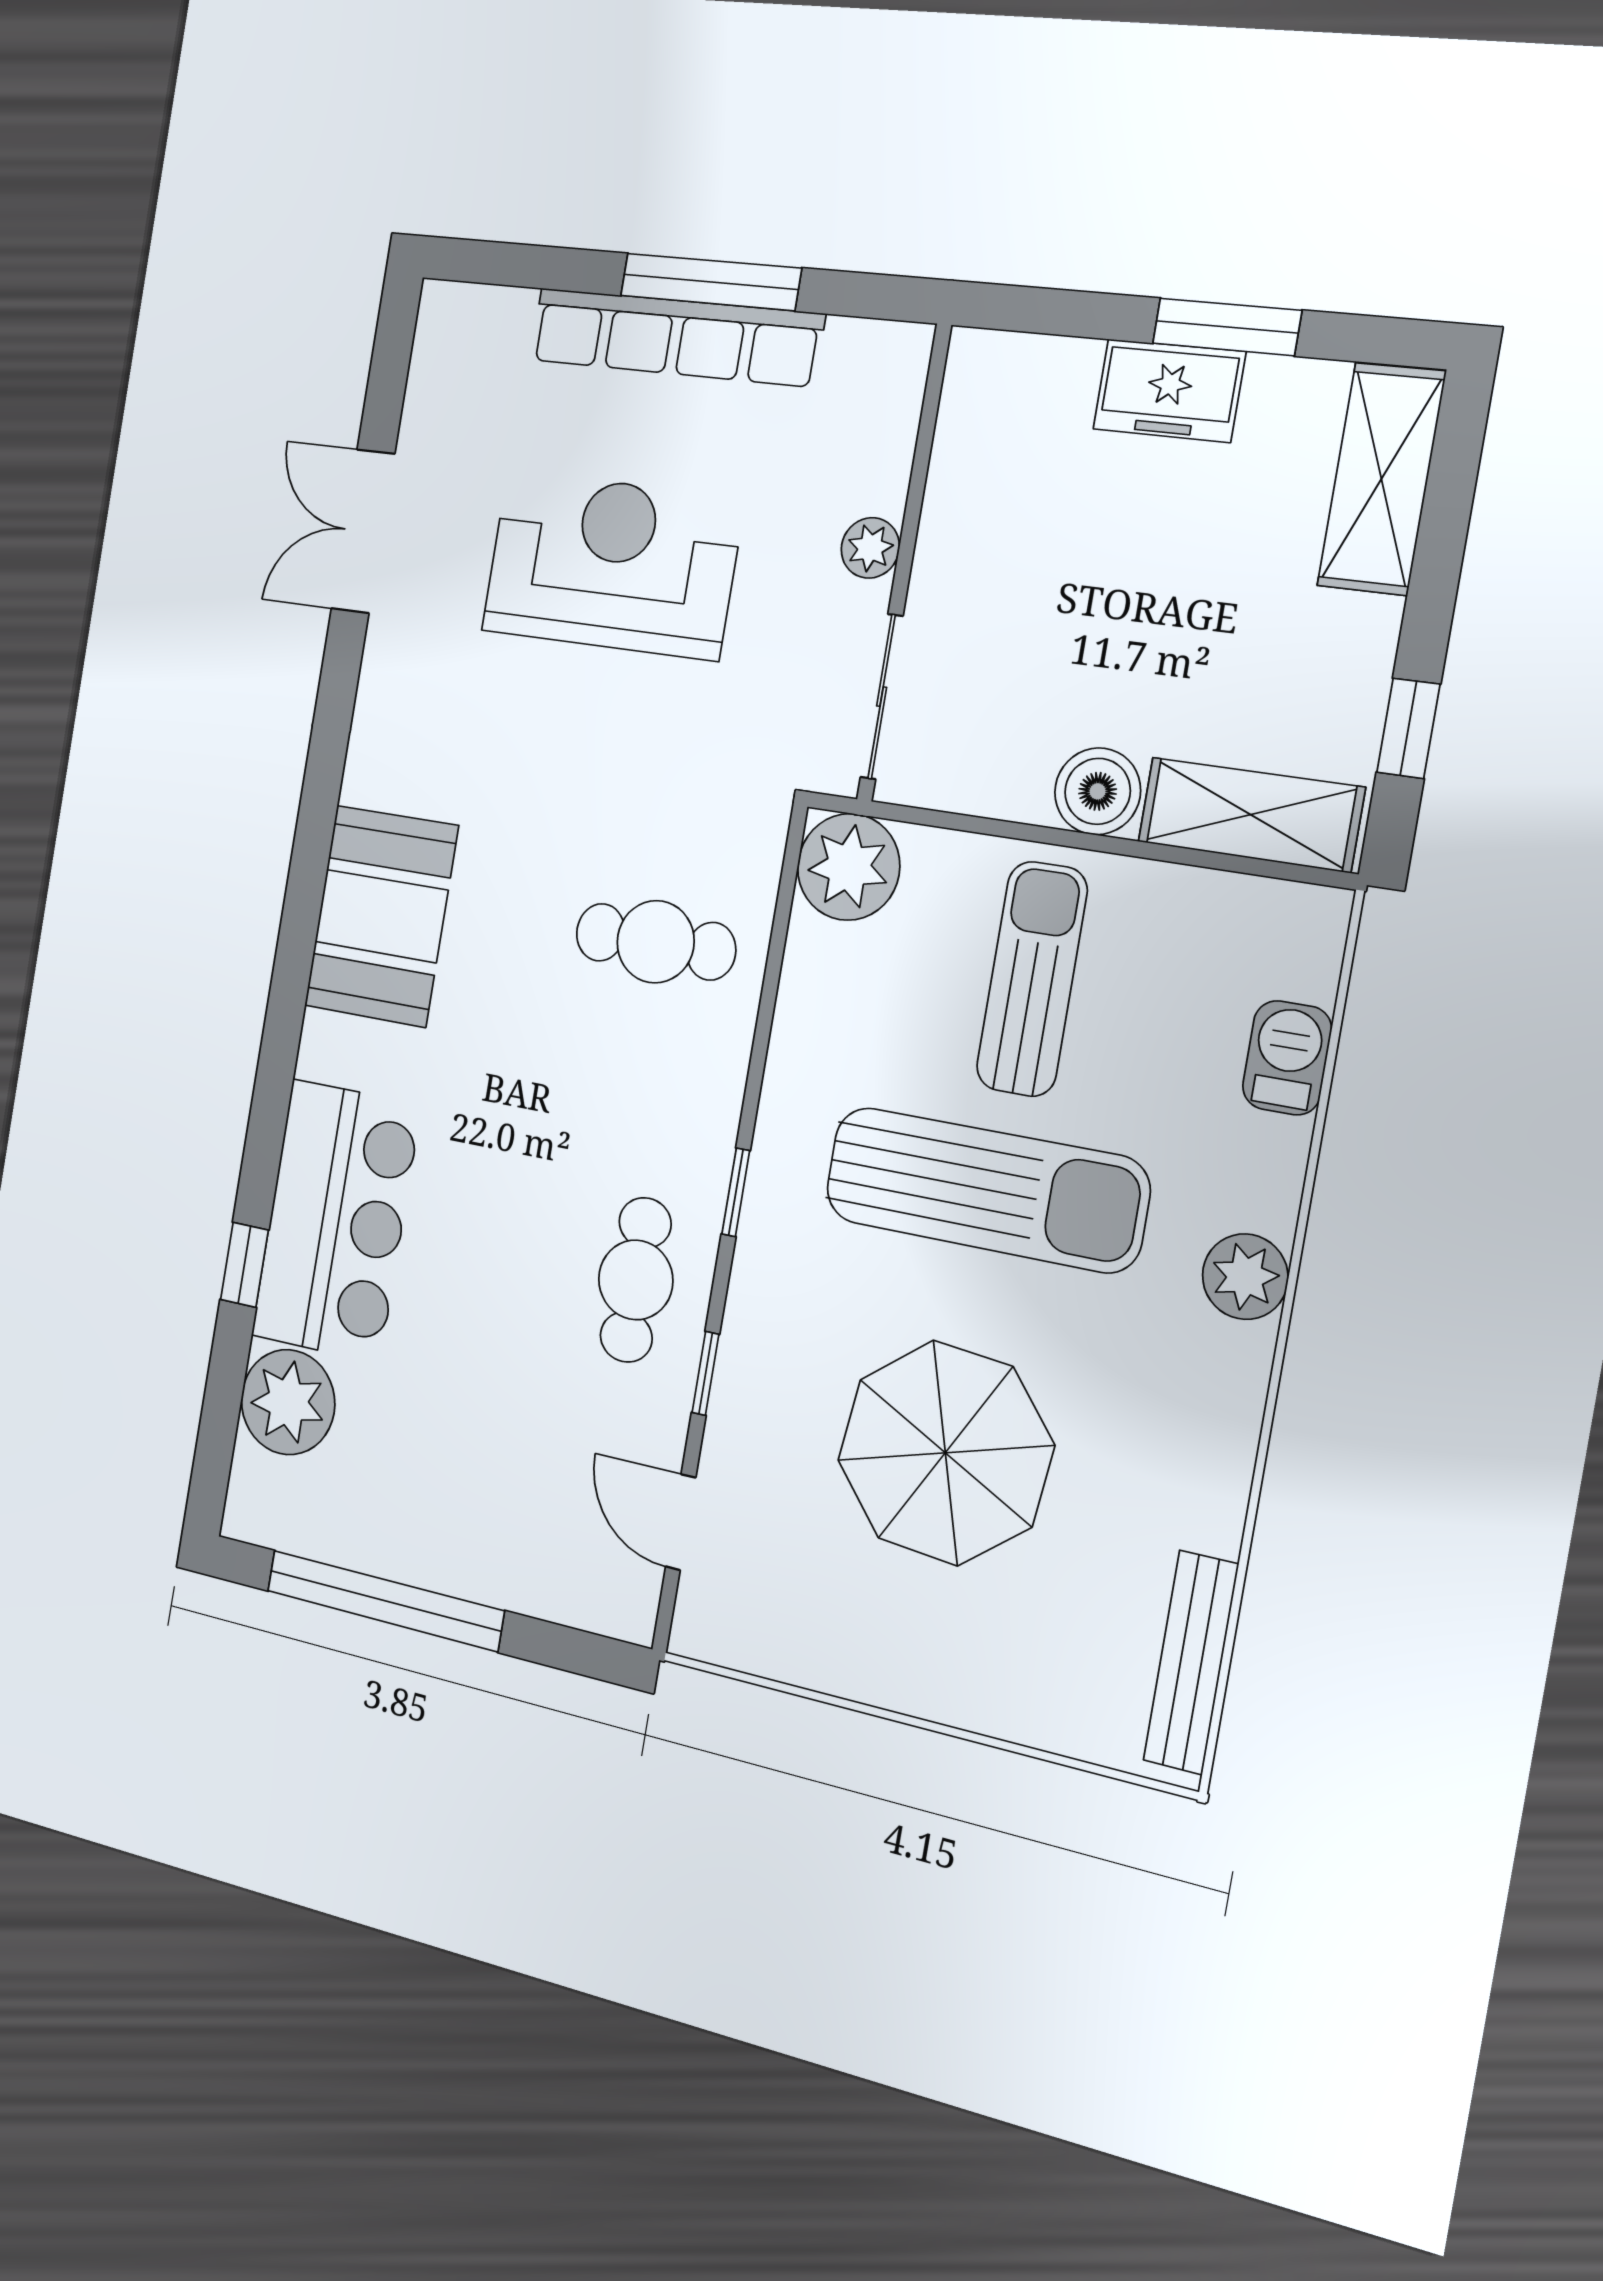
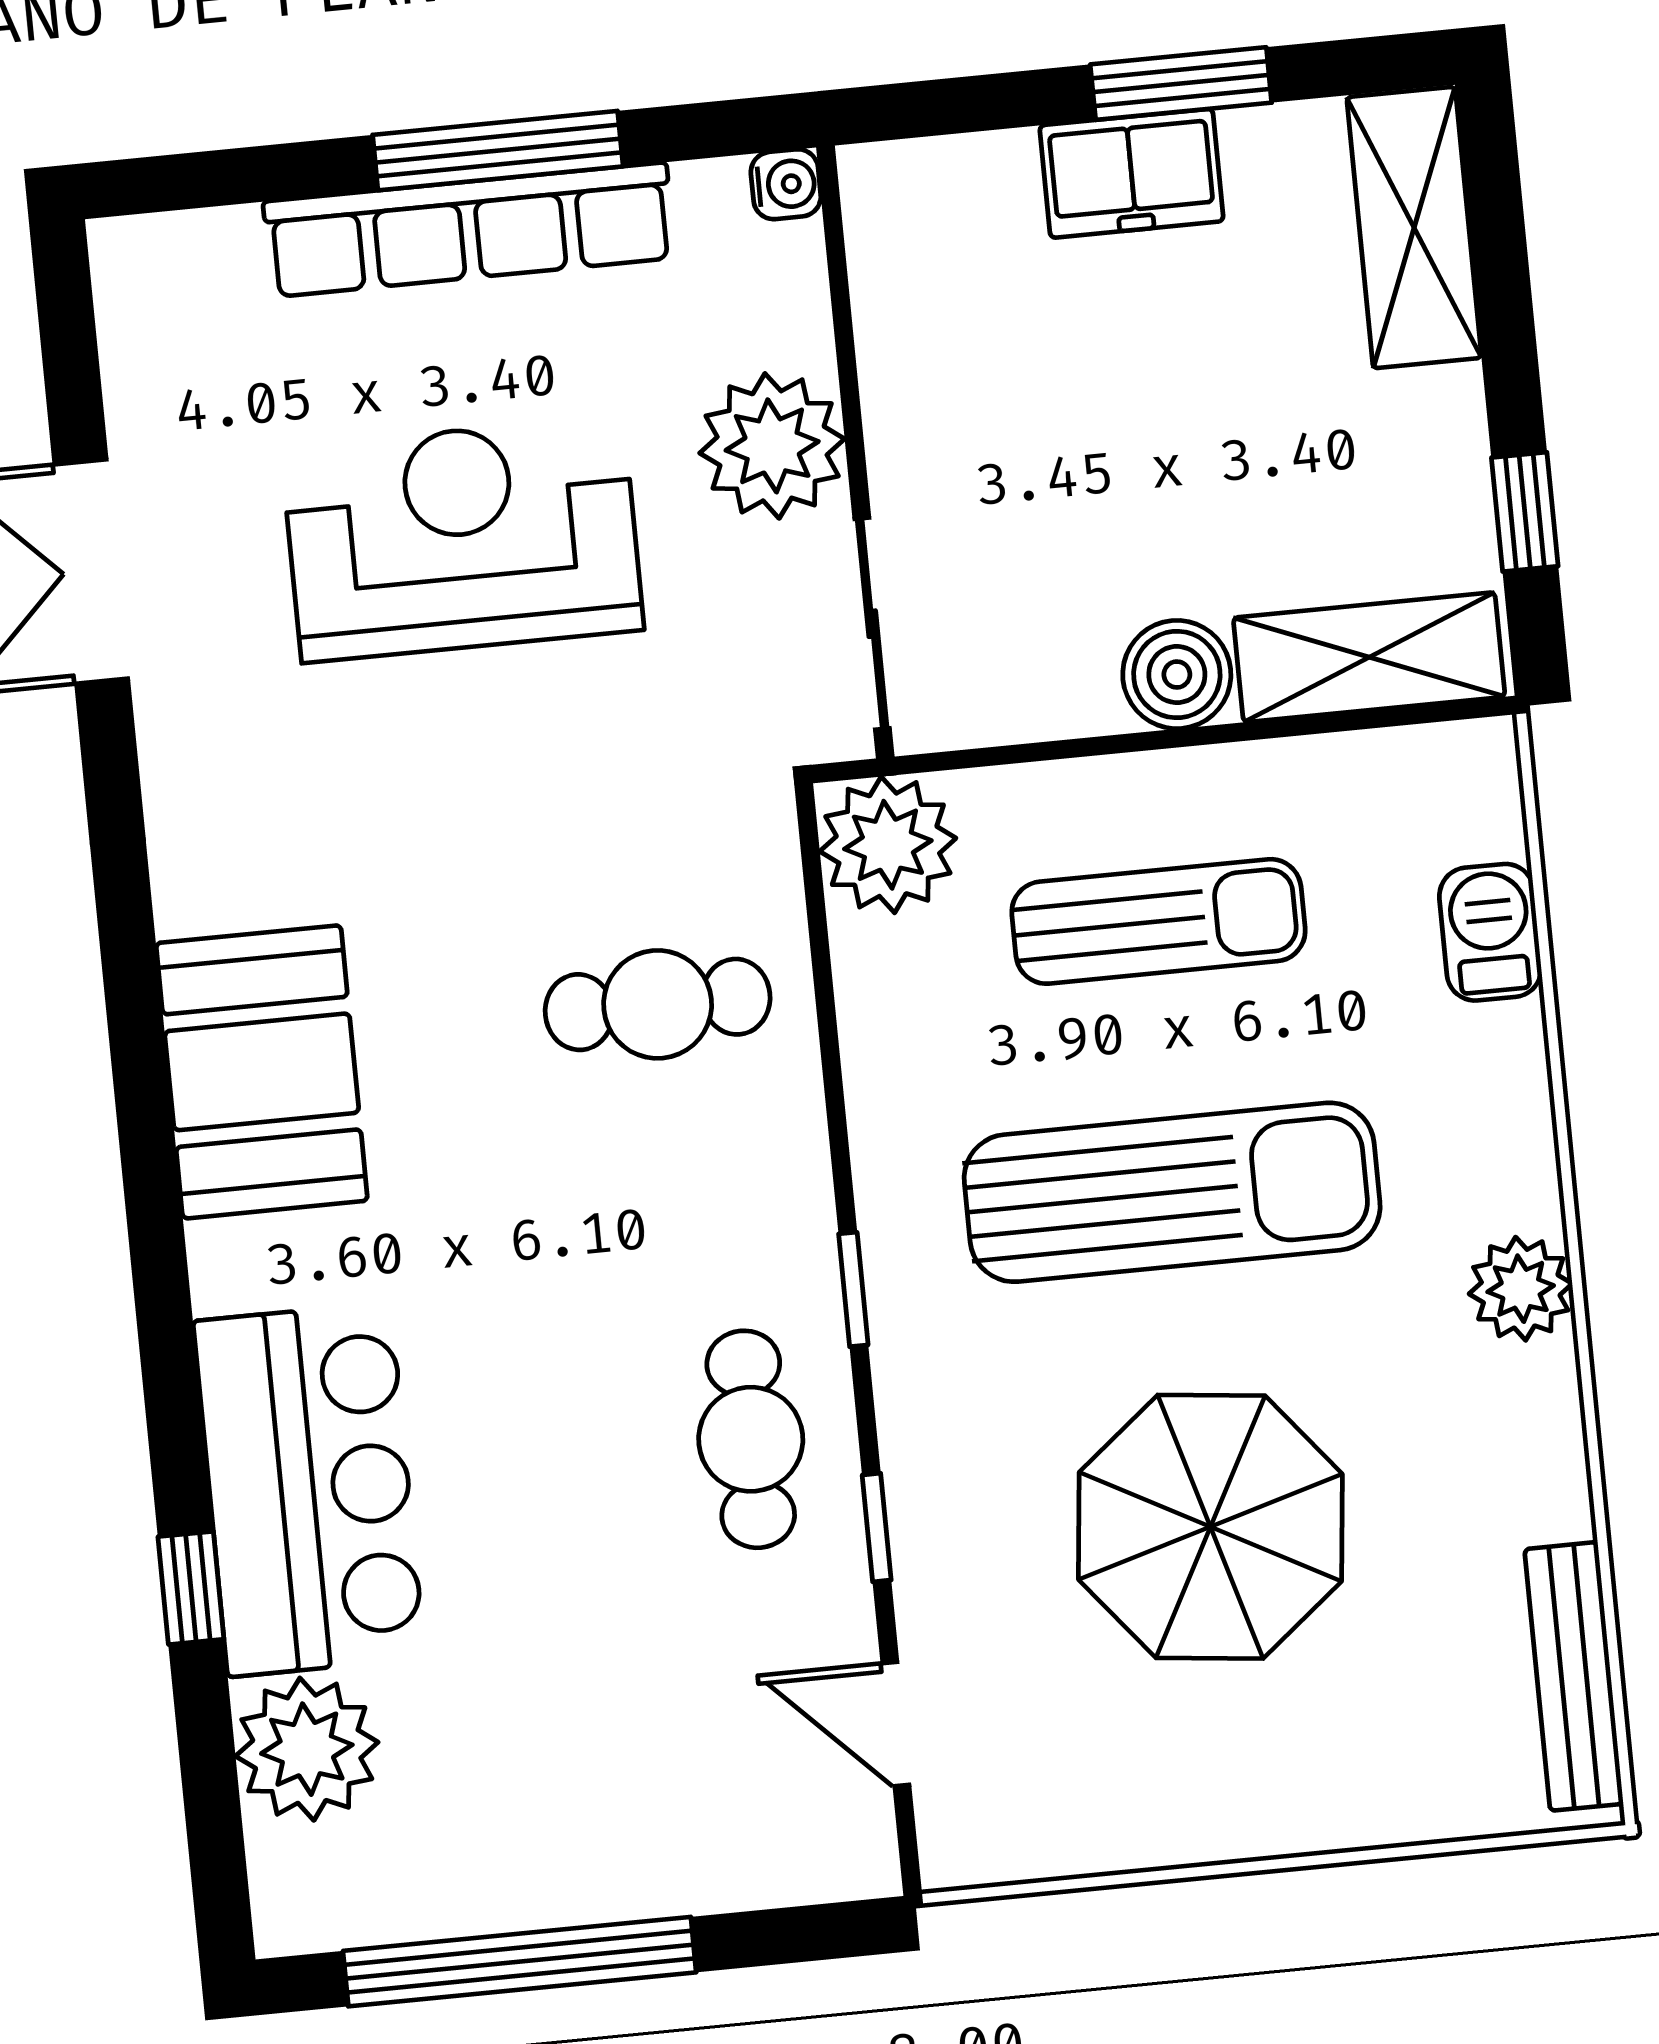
water cooler: (908, 348) -> (786, 184), added
plant: (870, 548) -> (772, 446), width x1.88, depth x1.88
sun lounger: (1032, 979) -> (1158, 921), turned 90
plant: (1245, 1277) -> (1521, 1289), moved

